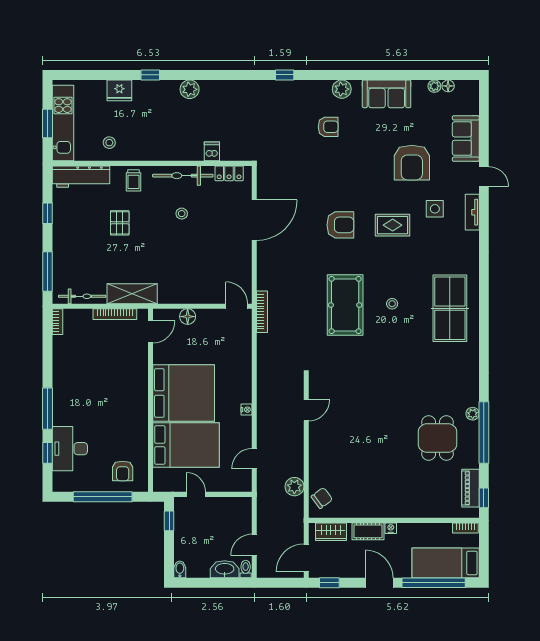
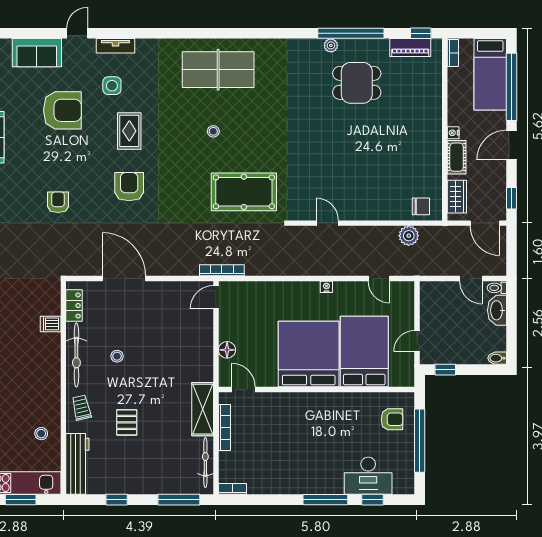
armchair: (328, 127) -> (58, 202), moved
trolley: (133, 180) -> (81, 408), turned -103
pallet: (120, 223) -> (127, 422), turned 90
pool table: (345, 305) -> (244, 192), moved
chair: (322, 498) -> (421, 206), turned 126

